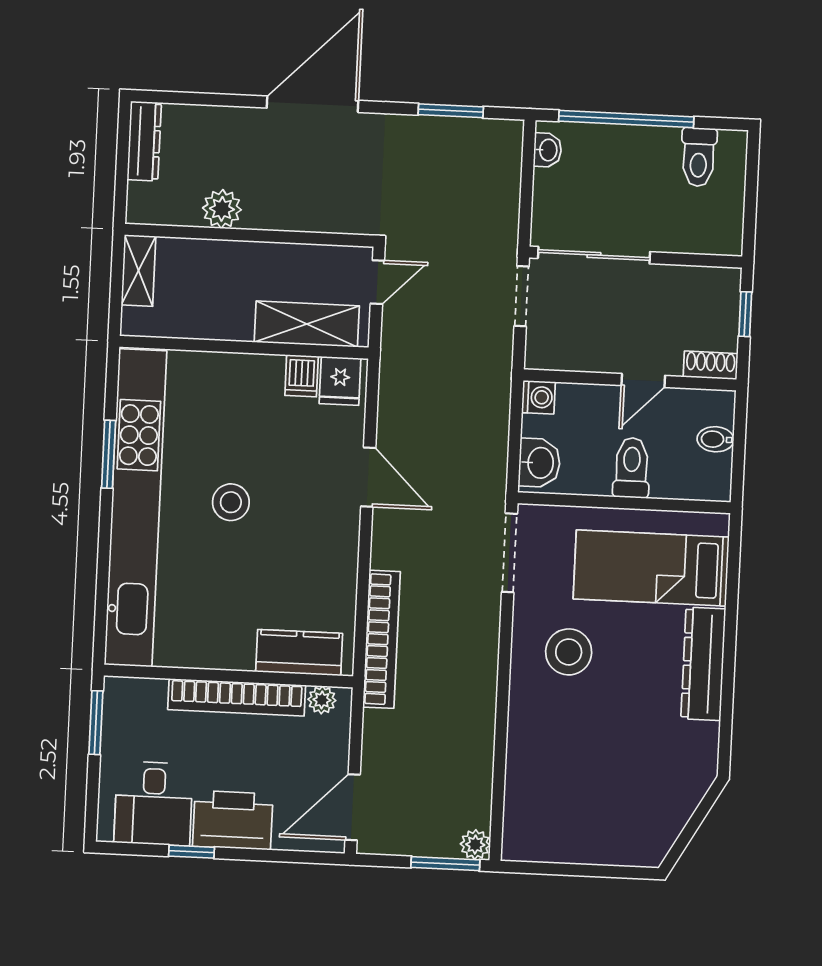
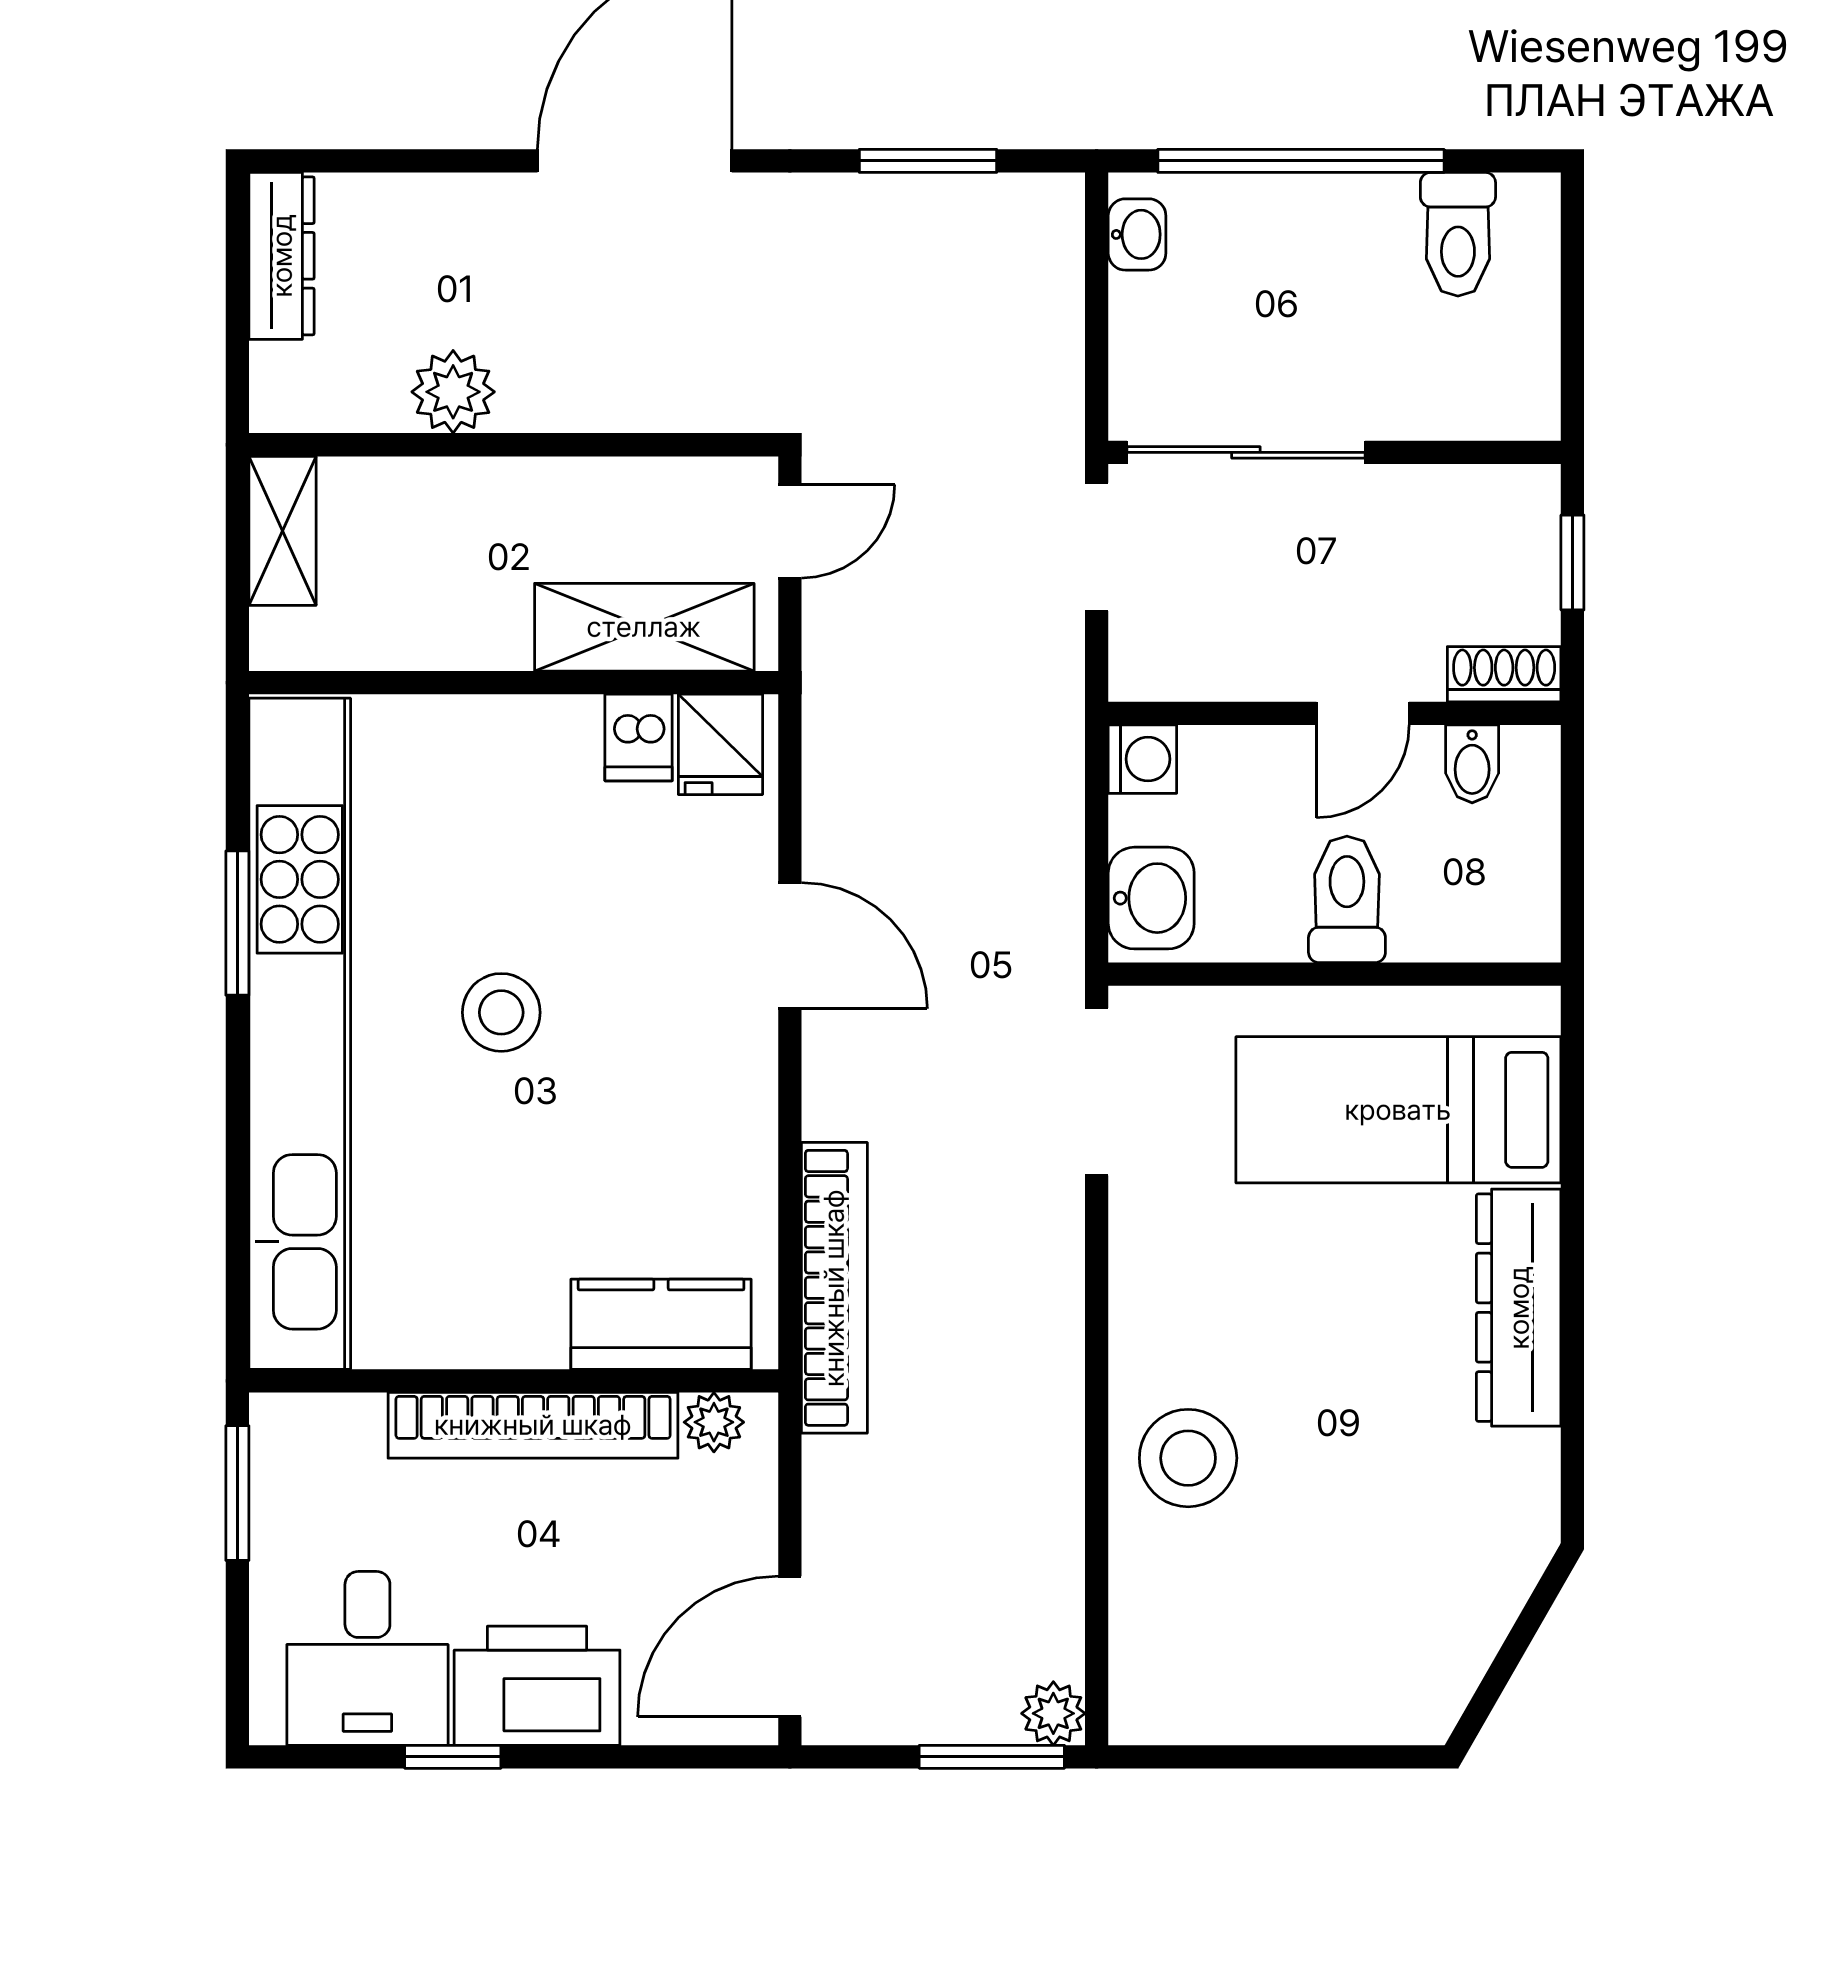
bidet: (715, 439) -> (1472, 764), moved, turned -90
stool: (569, 652) -> (1188, 1458), moved

